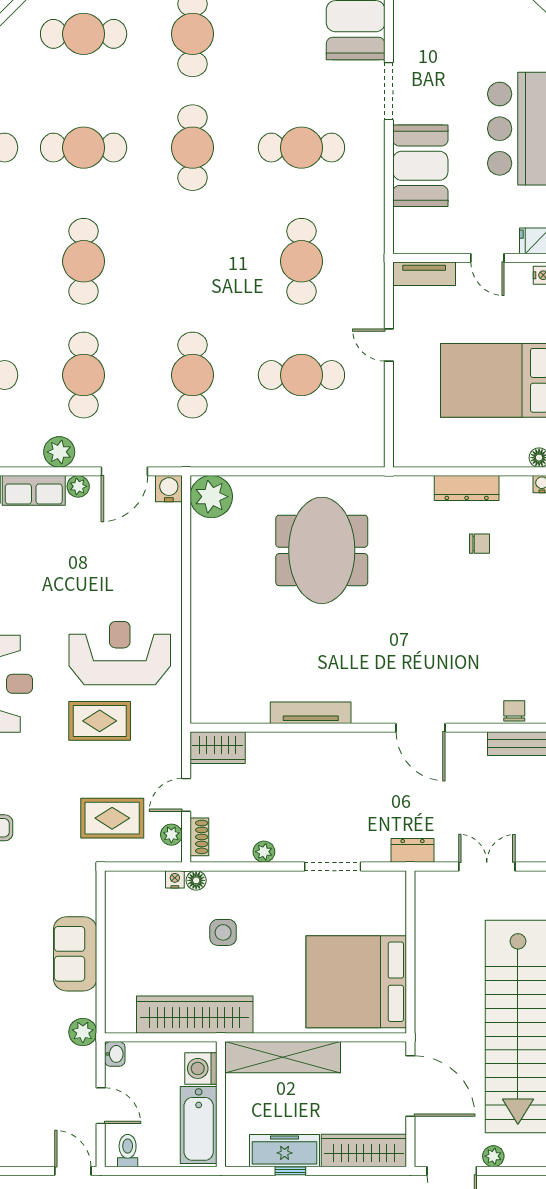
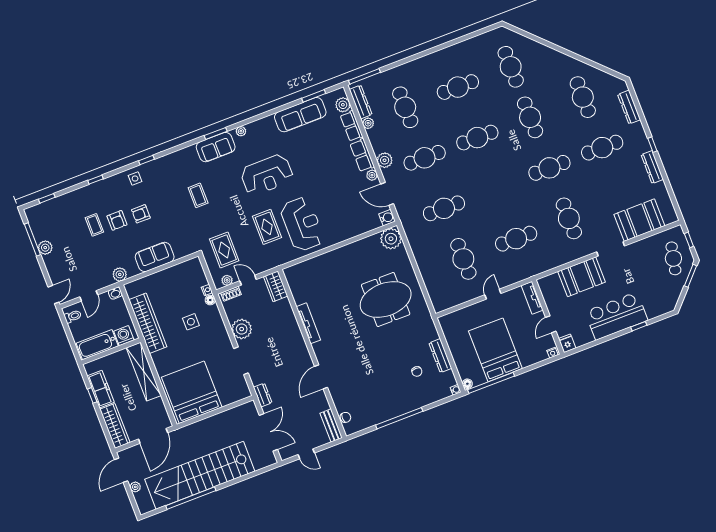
plant: (264, 852) -> (242, 329), width x1.88, depth x1.88
double door: (487, 867) -> (268, 432), width x1.37

